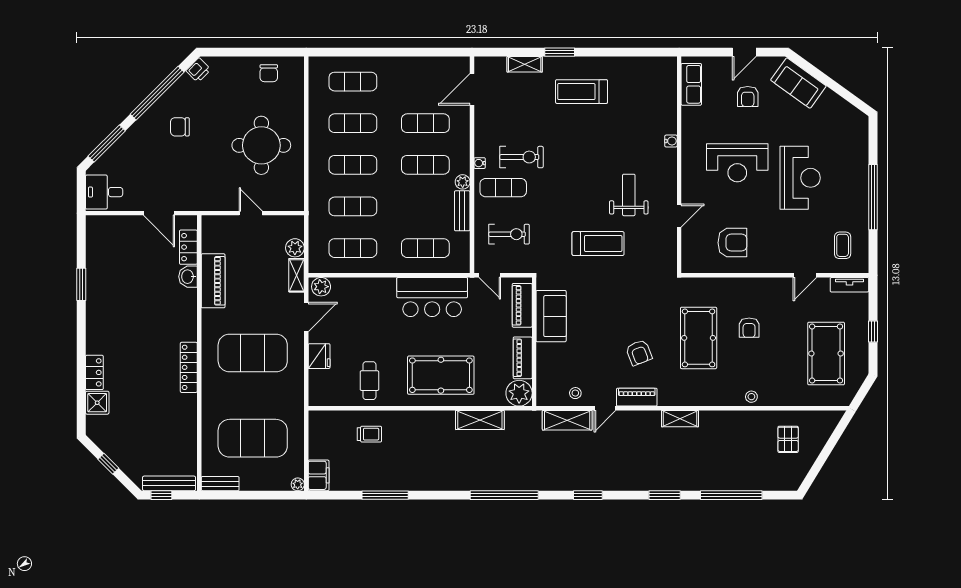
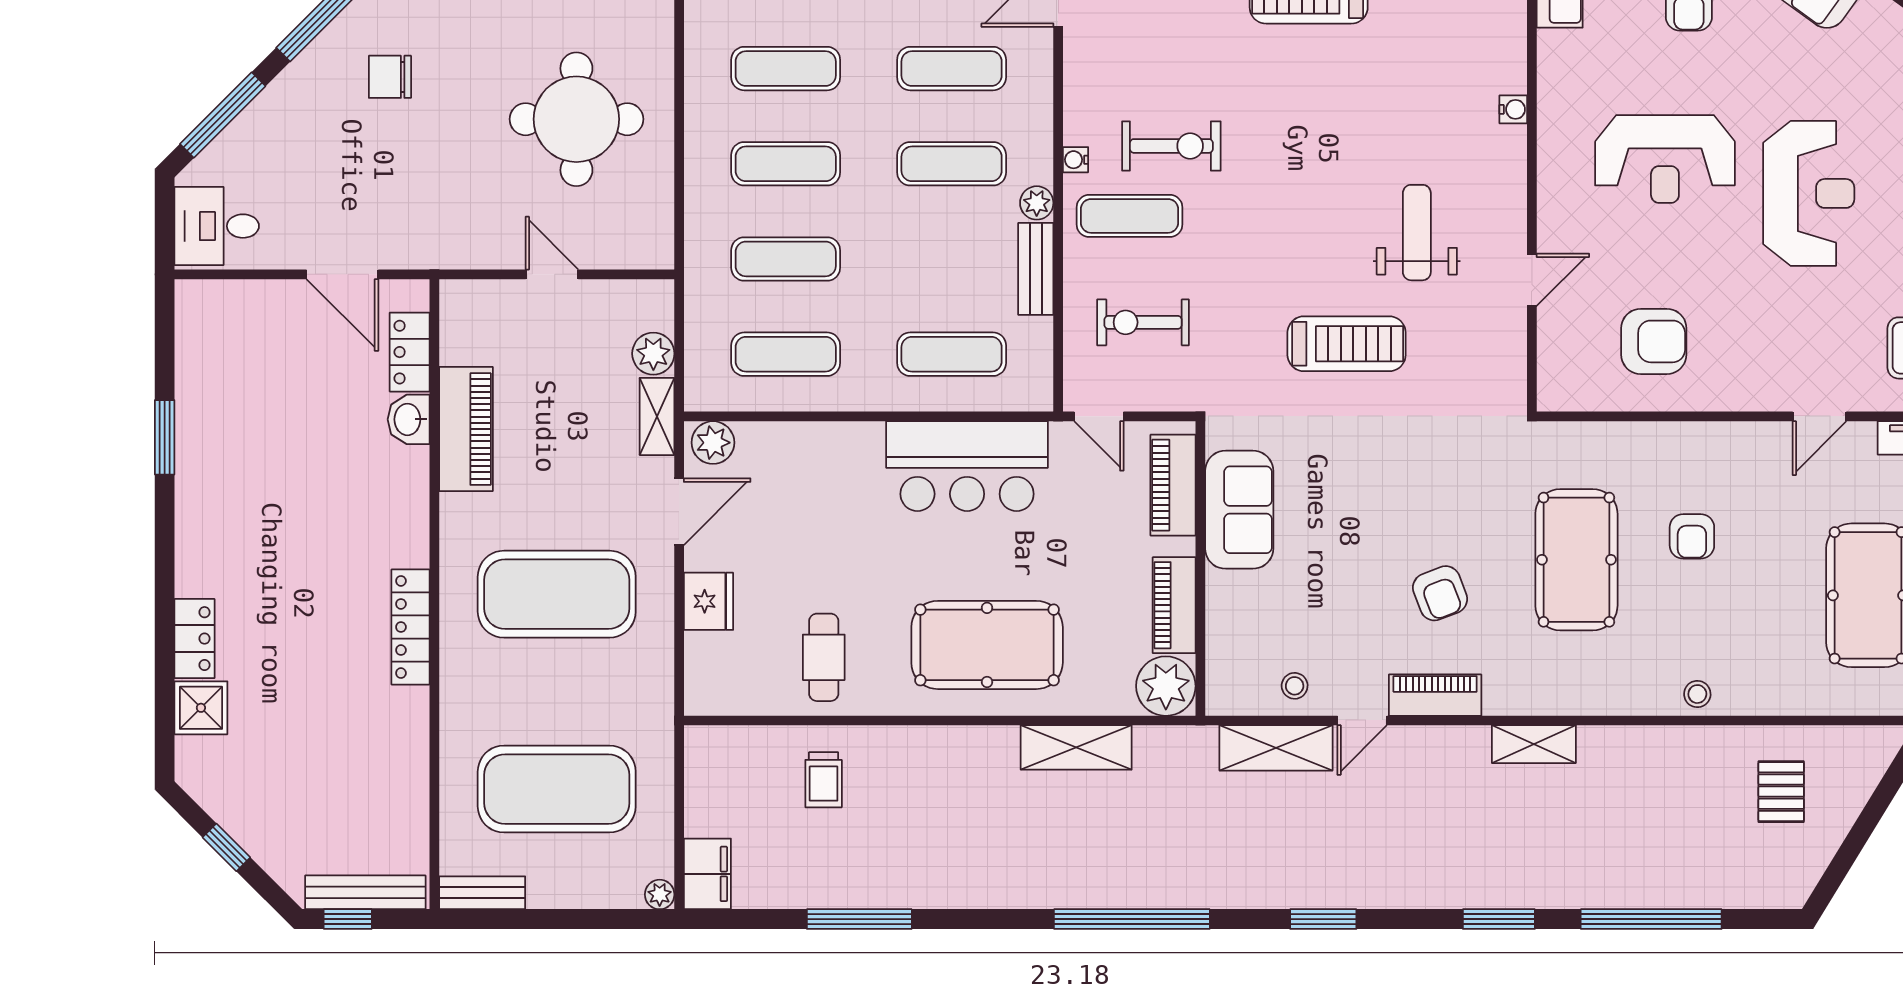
exercise bike: (509, 234) -> (1143, 322), turned 180
trolley: (369, 434) -> (824, 780), turned 90

